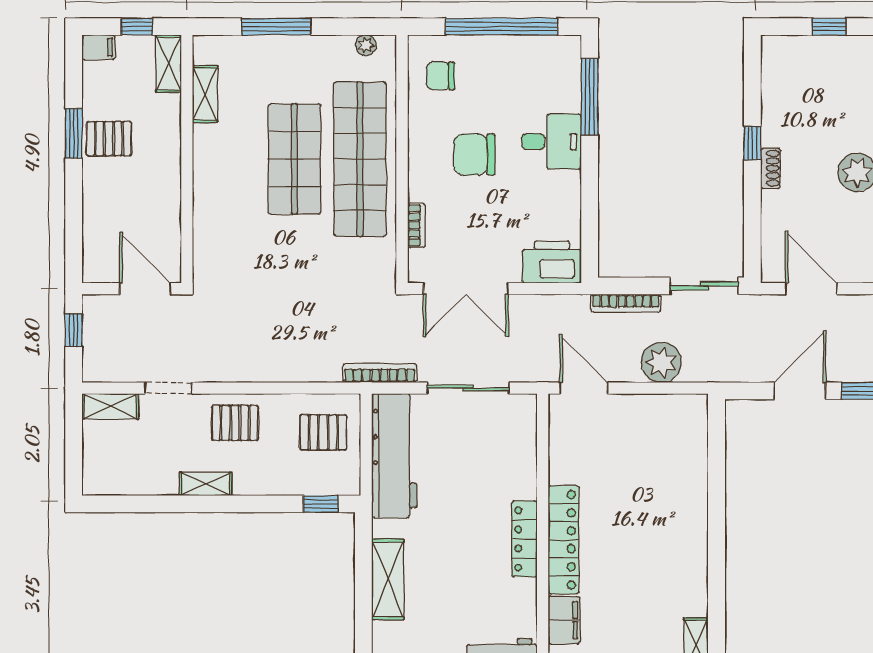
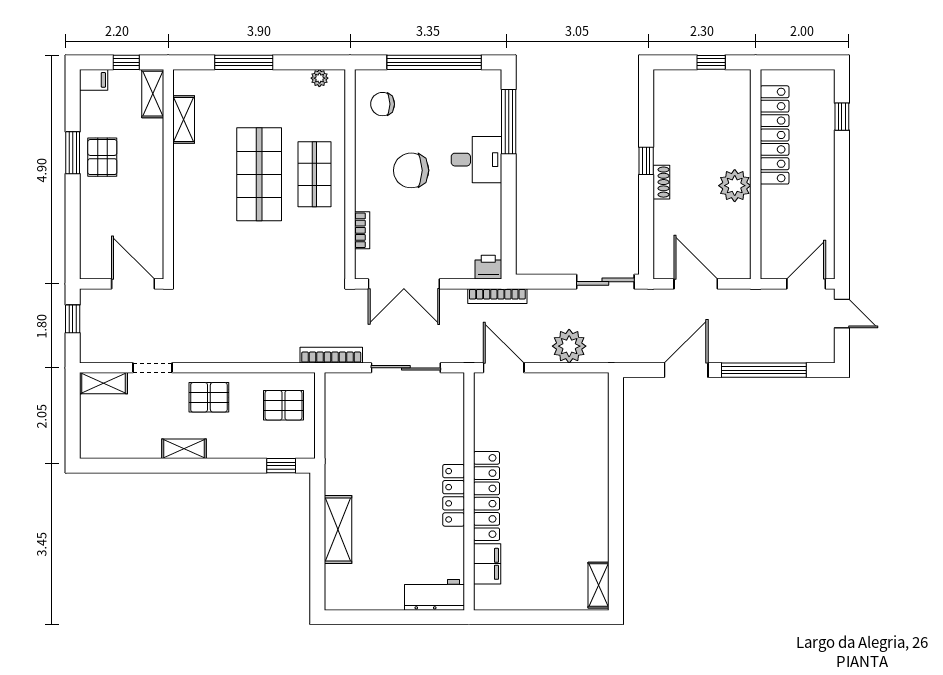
pallet: (109, 139) -> (102, 157), turned 90
shop shelf: (360, 159) -> (314, 174), width x0.50, depth x0.74
printer: (552, 262) -> (488, 267), width x0.53, depth x0.68
bookcase: (626, 303) -> (497, 296), moved
workbench: (394, 456) -> (344, 425), removed

